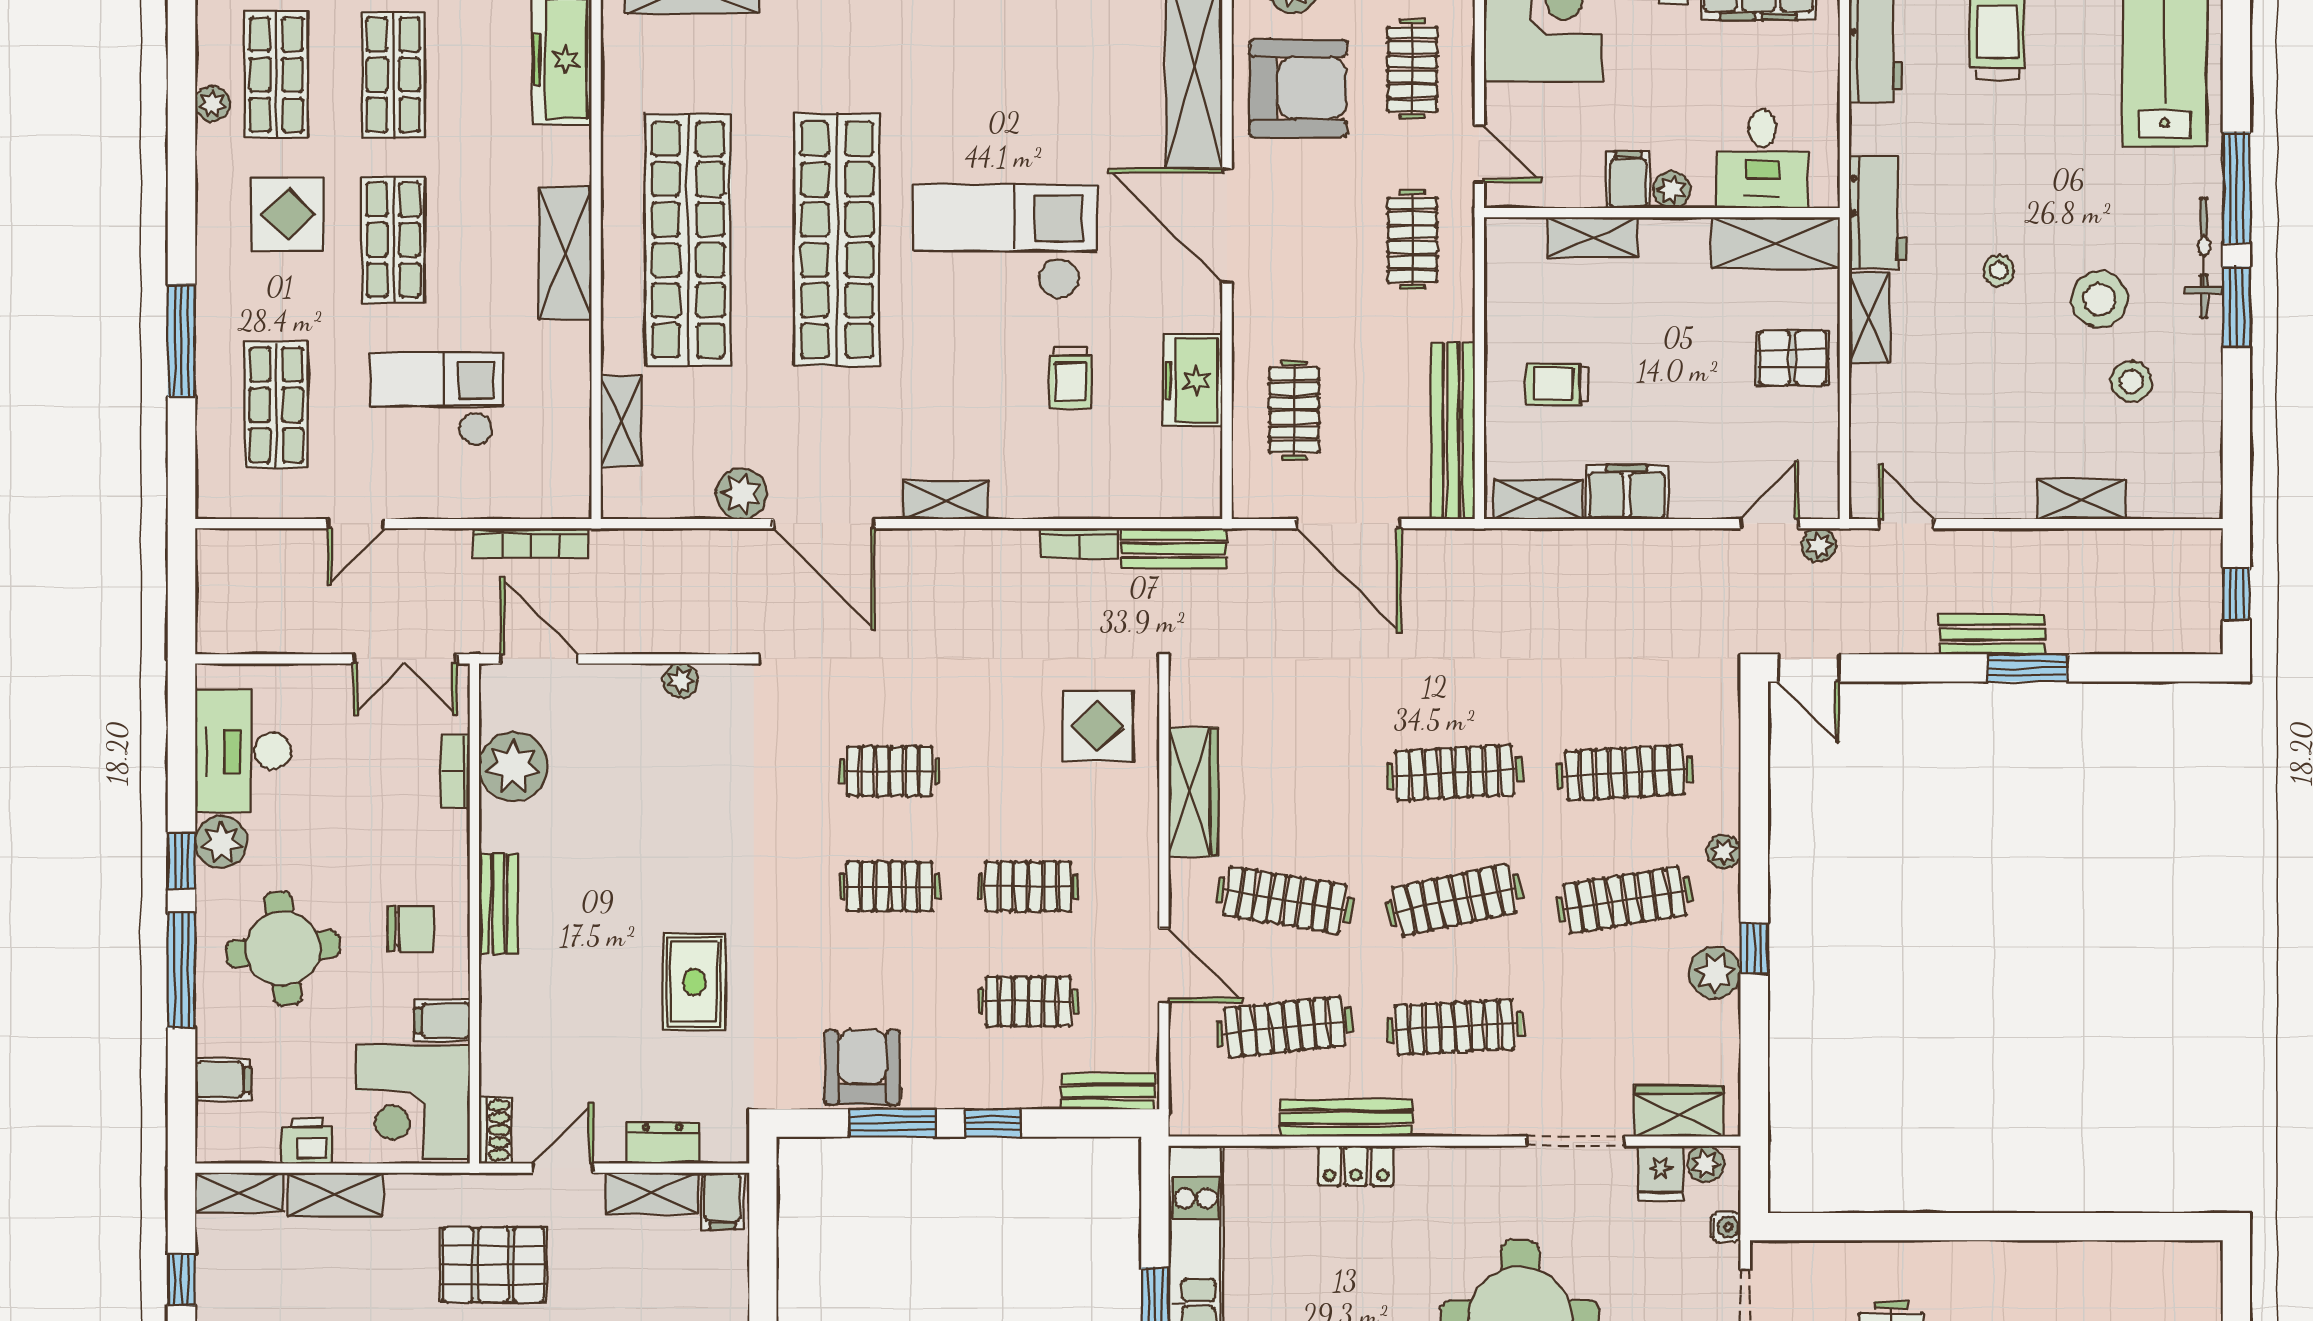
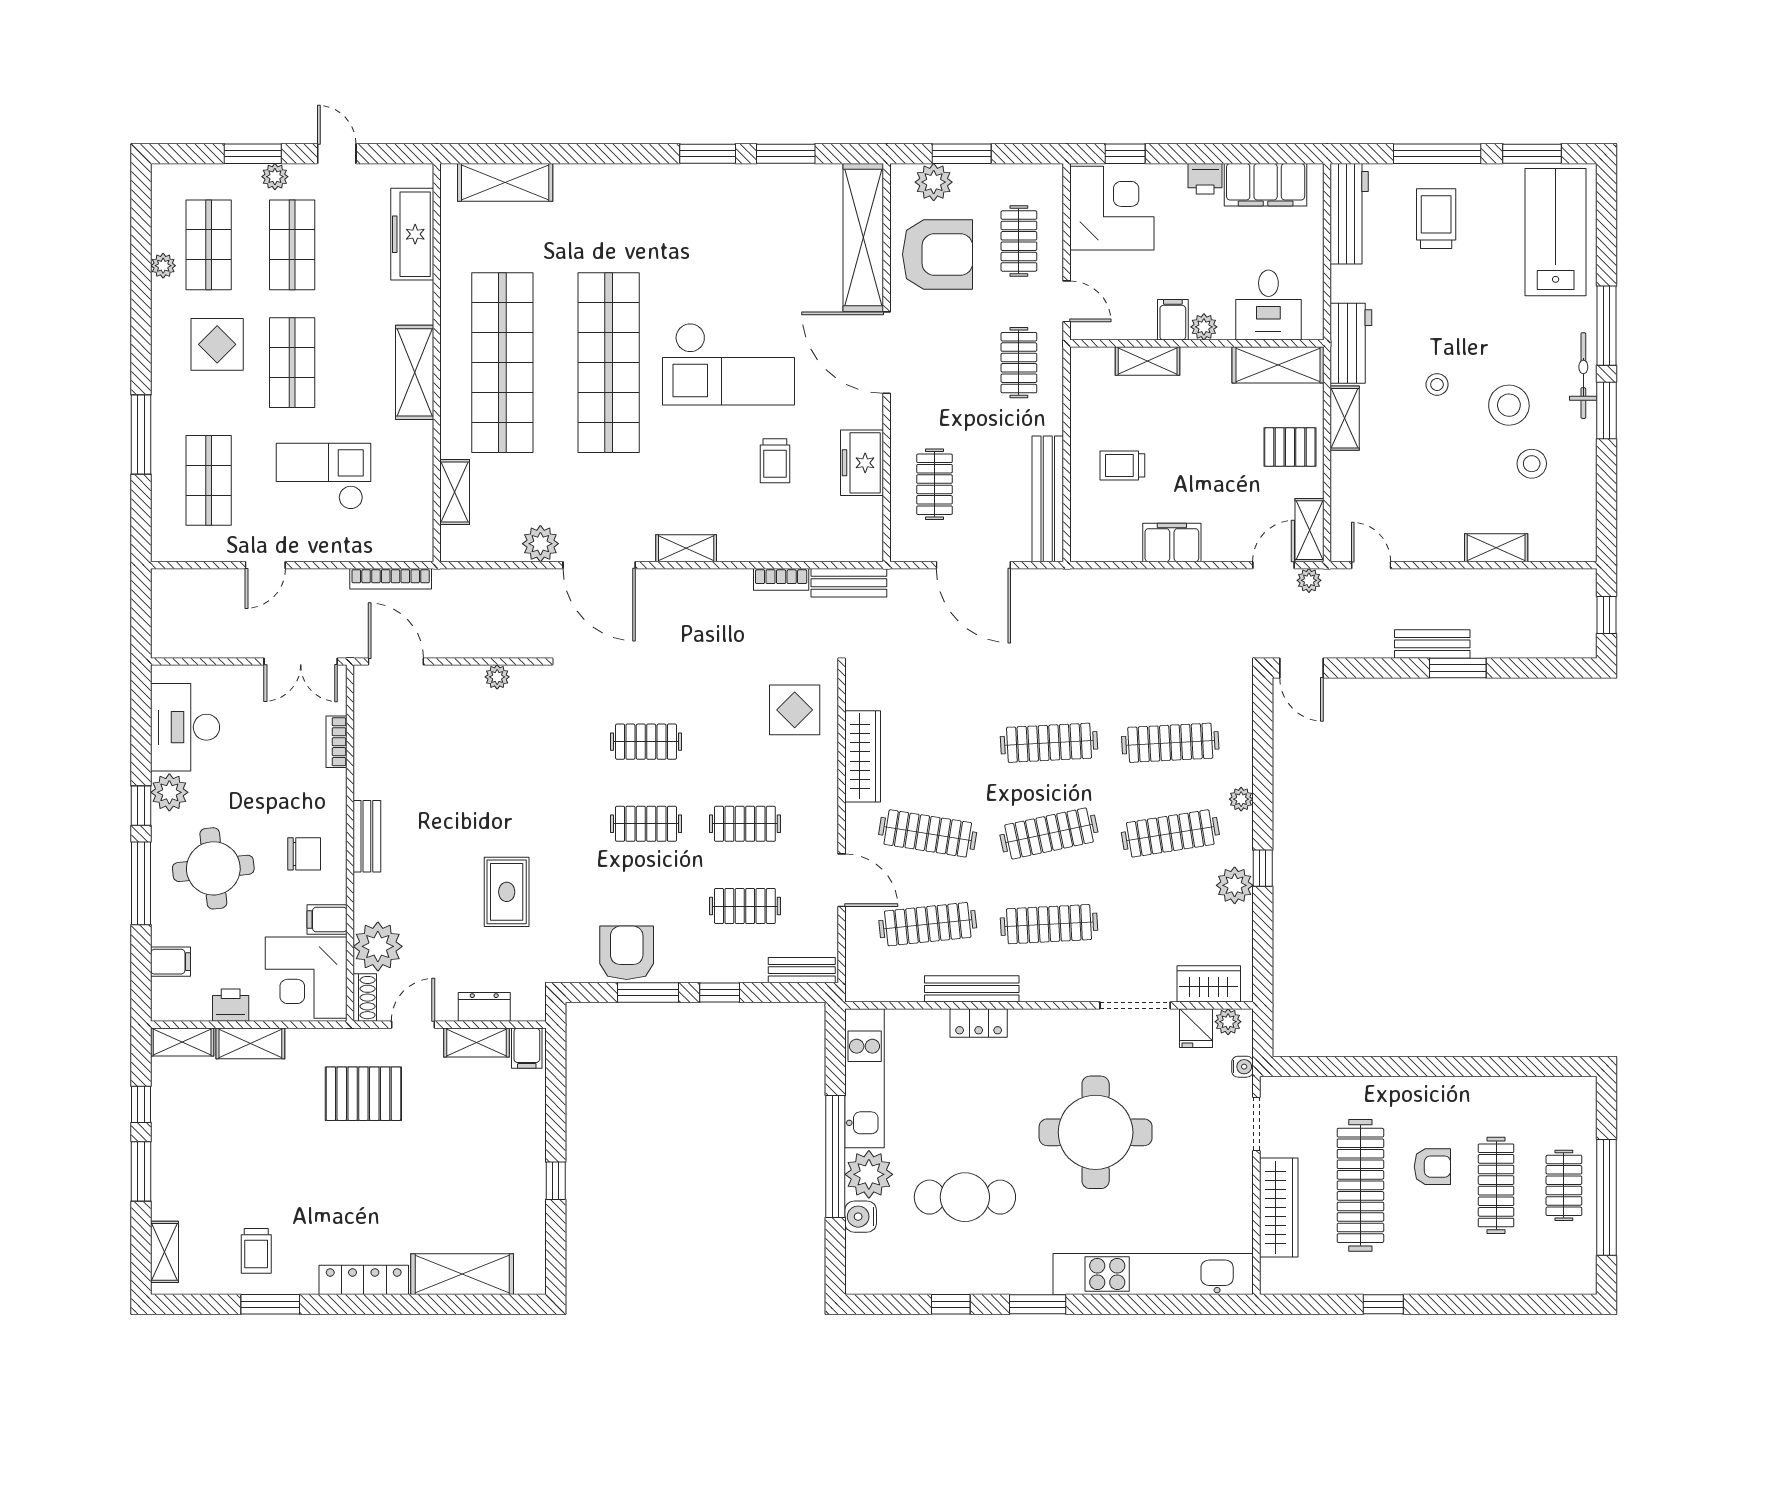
checkout: (1005, 242) -> (728, 364), turned 180
shelving: (1538, 499) -> (1309, 530), moved, turned 90
plant: (513, 767) -> (378, 946), moved

